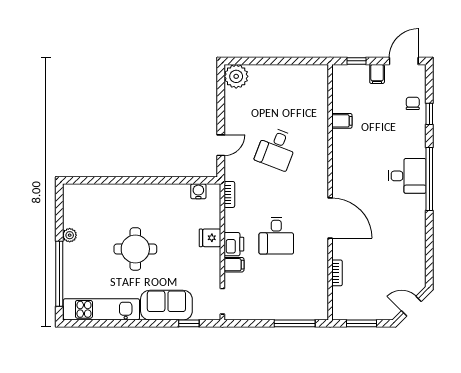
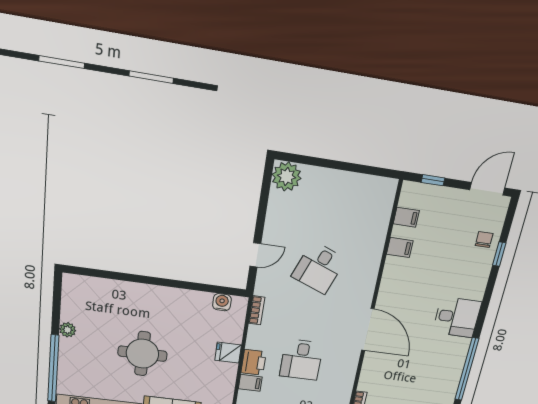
filing cabinet: (377, 74) -> (406, 217), moved, turned -90
window: (429, 179) -> (467, 369), moved
door: (330, 218) -> (368, 330), moved

